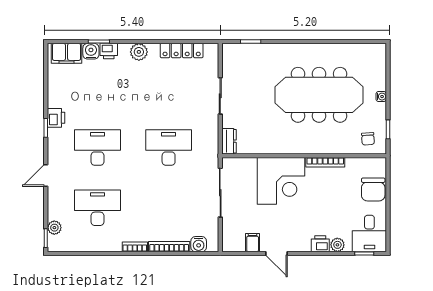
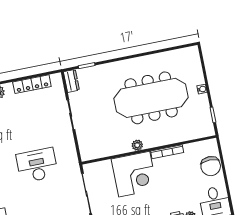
chair: (368, 139) -> (198, 126), removed
dresser: (229, 141) -> (71, 81), moved
plant: (292, 147) -> (137, 145), added

